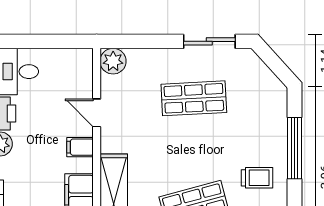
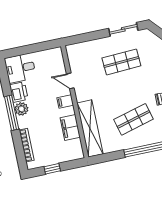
plant: (113, 61) -> (73, 51), removed

